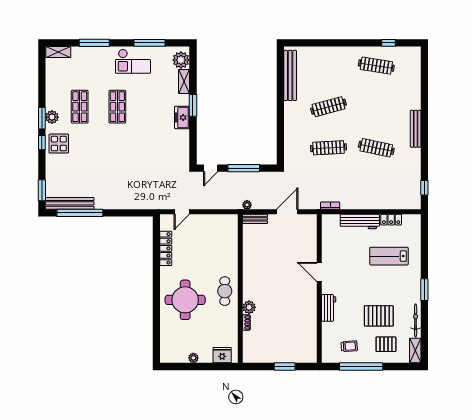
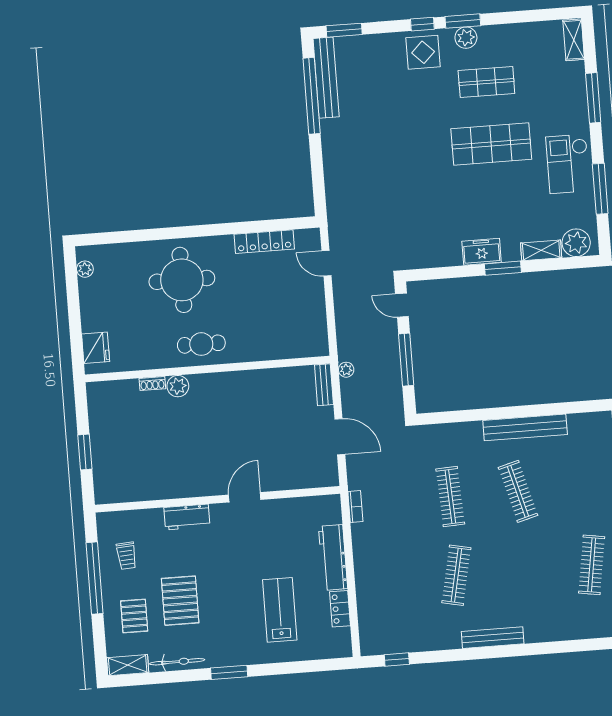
bench: (290, 75) -> (525, 427), moved
shop shelf: (117, 107) -> (491, 144), width x1.43, depth x1.36
plant: (193, 358) -> (85, 269), moved

